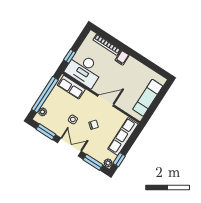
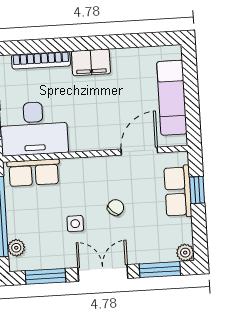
filing cabinet: (122, 58) -> (91, 62), width x2.00
door: (106, 101) -> (139, 151), moved
row of seats: (123, 137) -> (178, 191), width x0.68
window: (119, 160) -> (197, 190), moved

